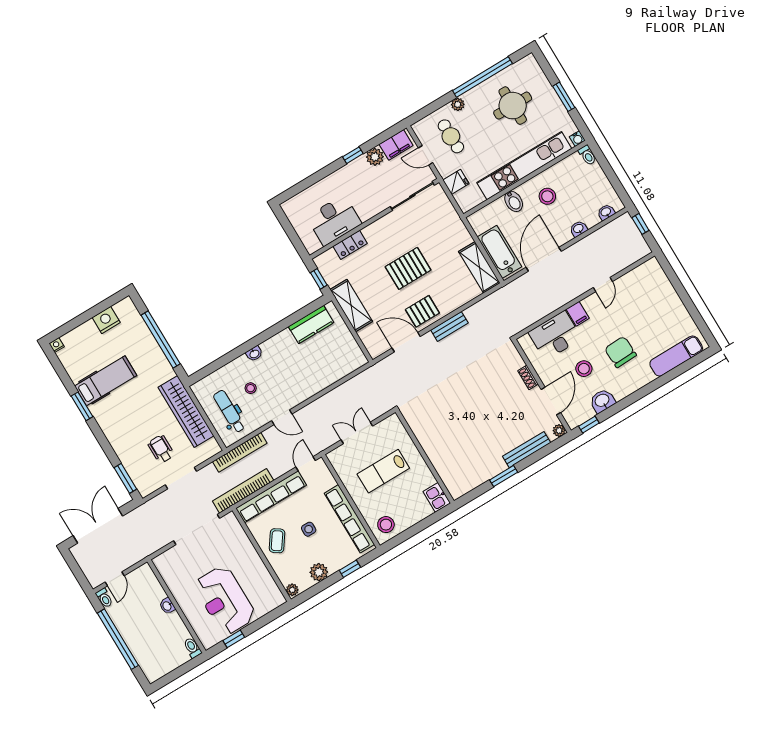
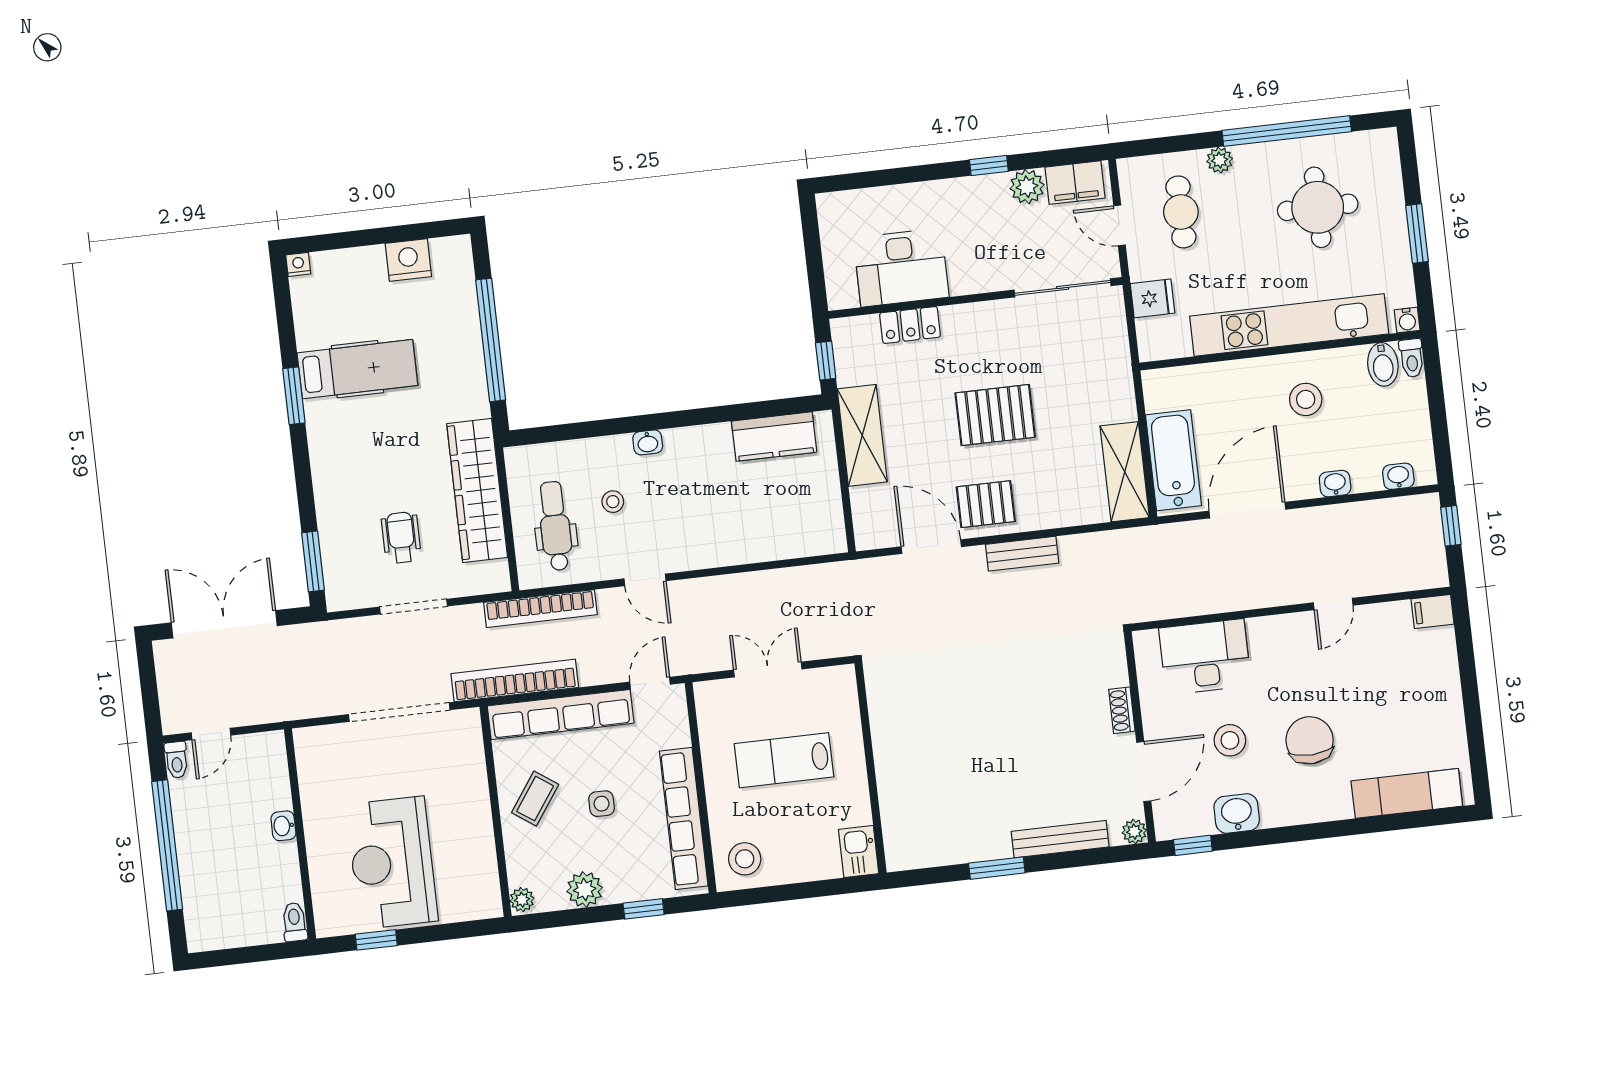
bidet: (514, 201) -> (1383, 364), moved
filing cabinet: (578, 314) -> (1433, 612), moved, turned 90

